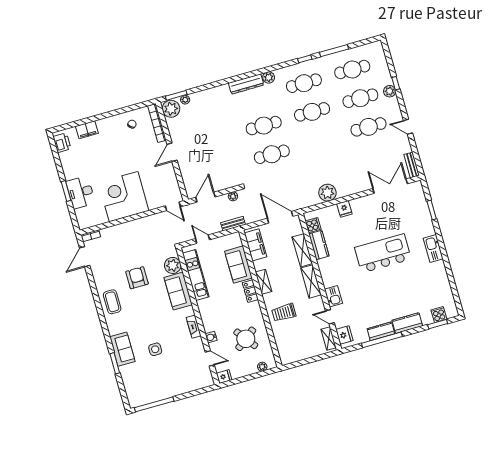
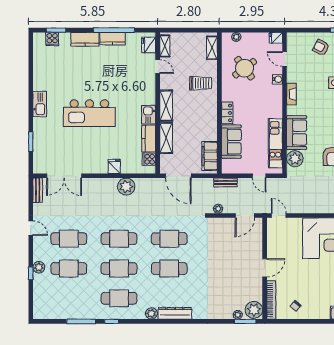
cafe table: (352, 69) -> (119, 239), moved
shelving: (264, 282) -> (212, 48), moved
kitchen sink: (333, 296) -> (149, 115), moved
armchair: (178, 380) -> (321, 48), added

